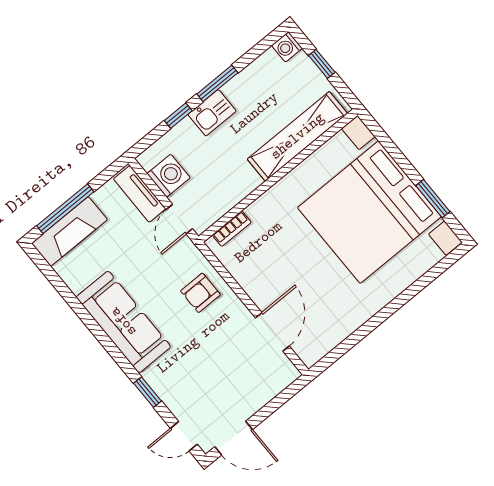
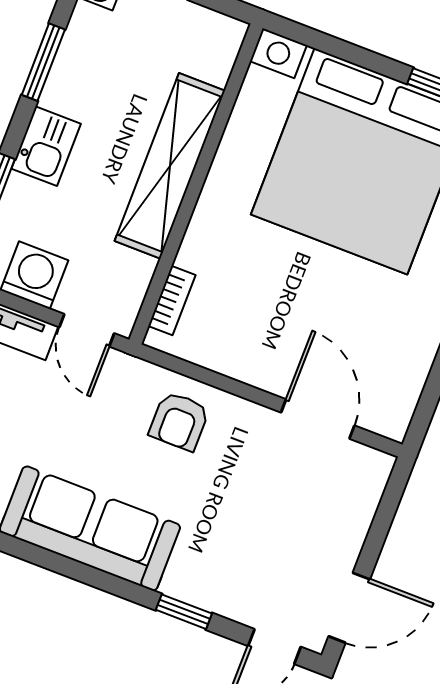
window: (217, 83) -> (43, 62), moved
shelving: (297, 136) -> (170, 166), moved

